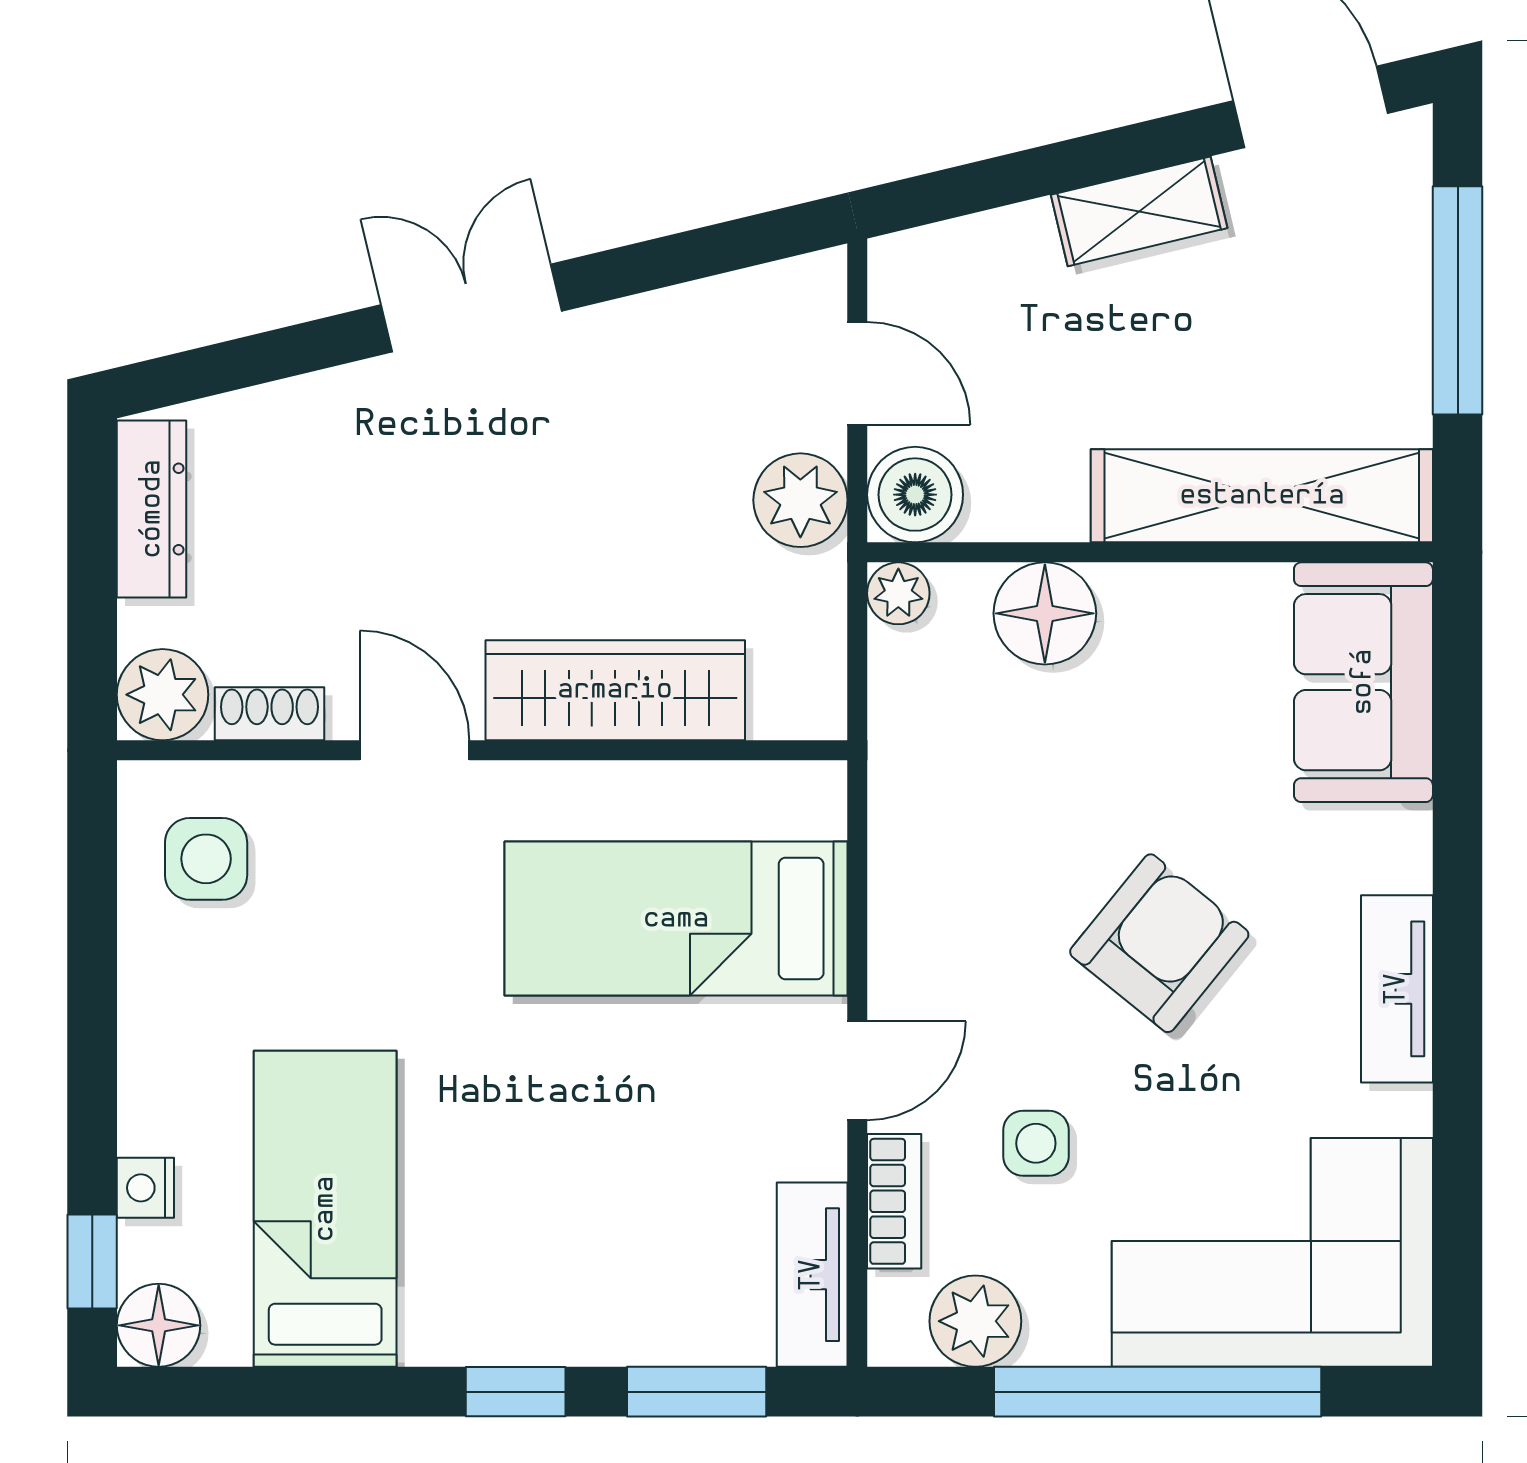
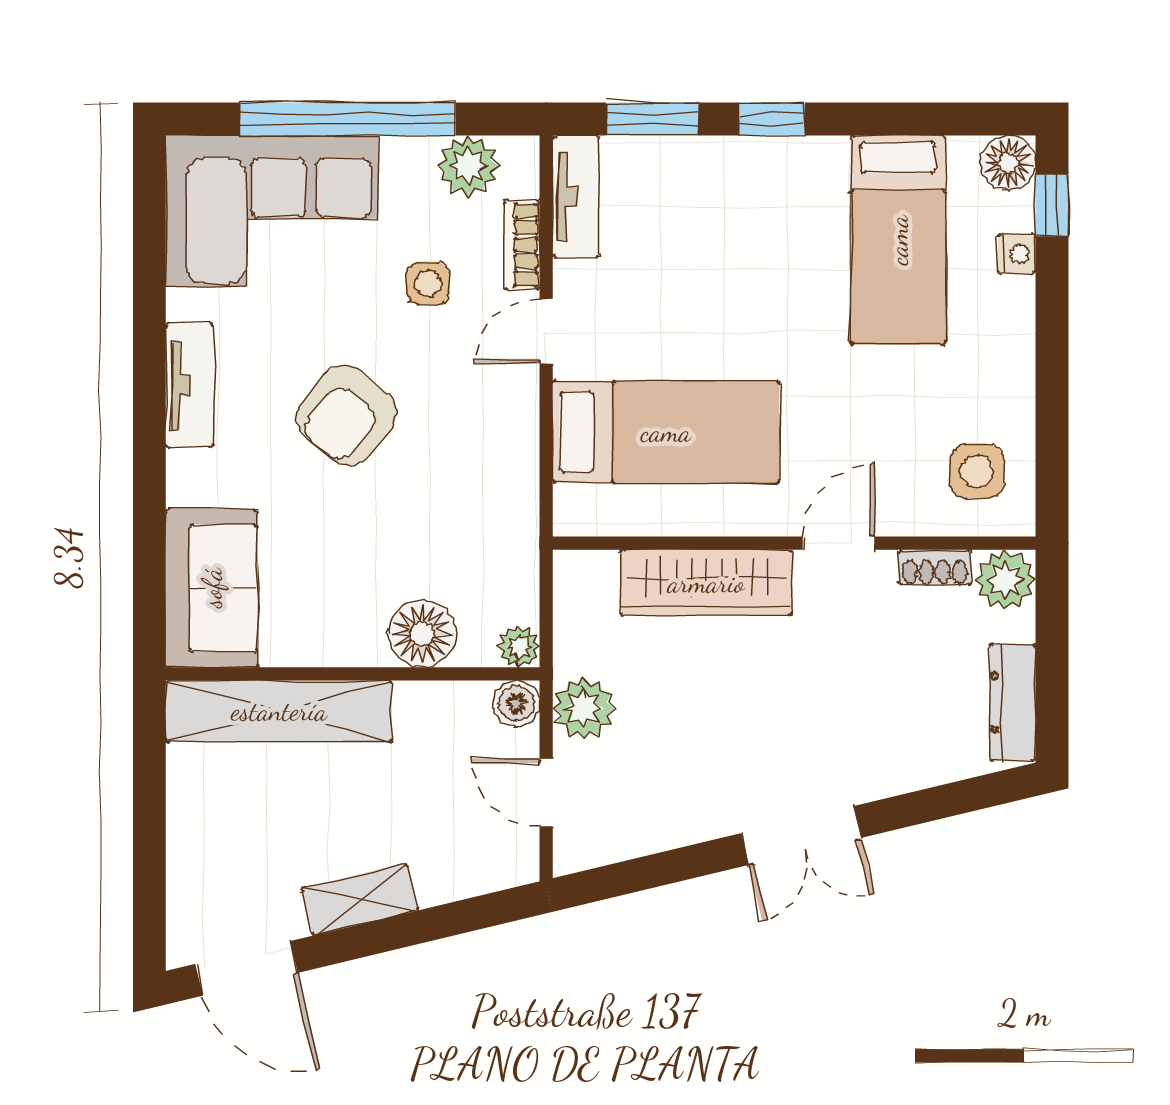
window: (1458, 300) -> (149, 840), removed
boiler: (915, 495) -> (516, 704), width x0.73, depth x0.73
door: (415, 750) -> (839, 543), swing flipped

